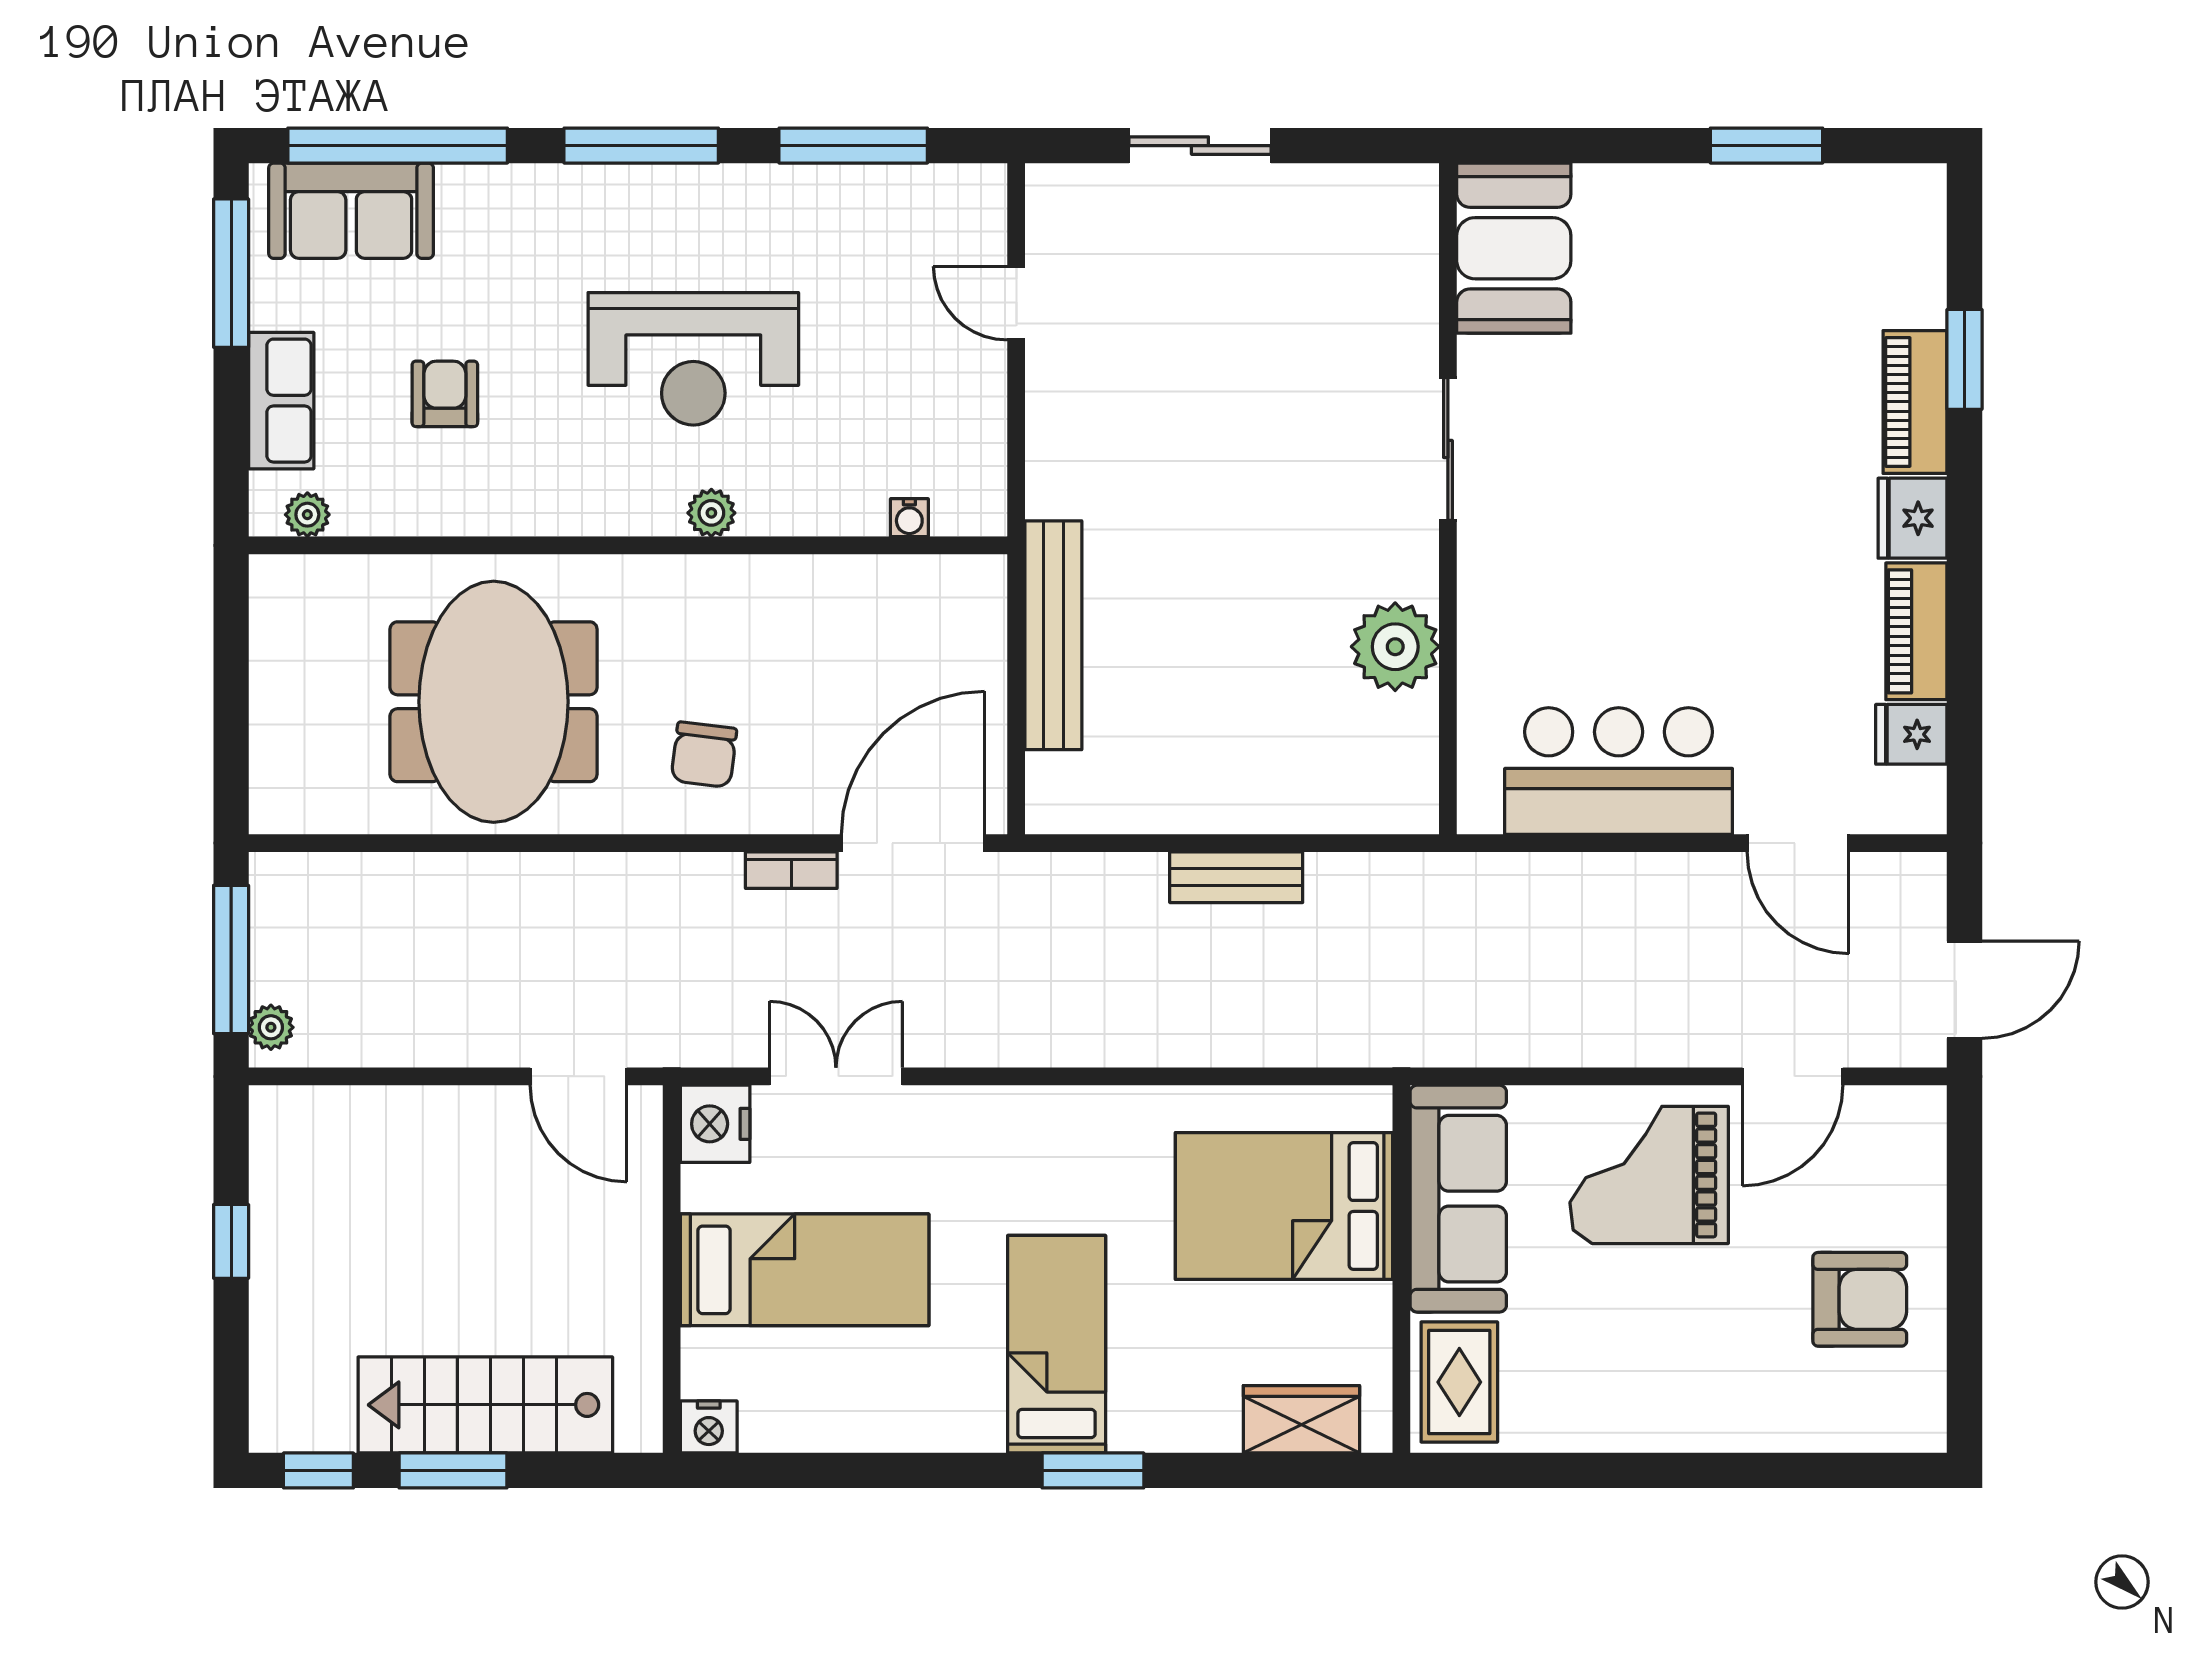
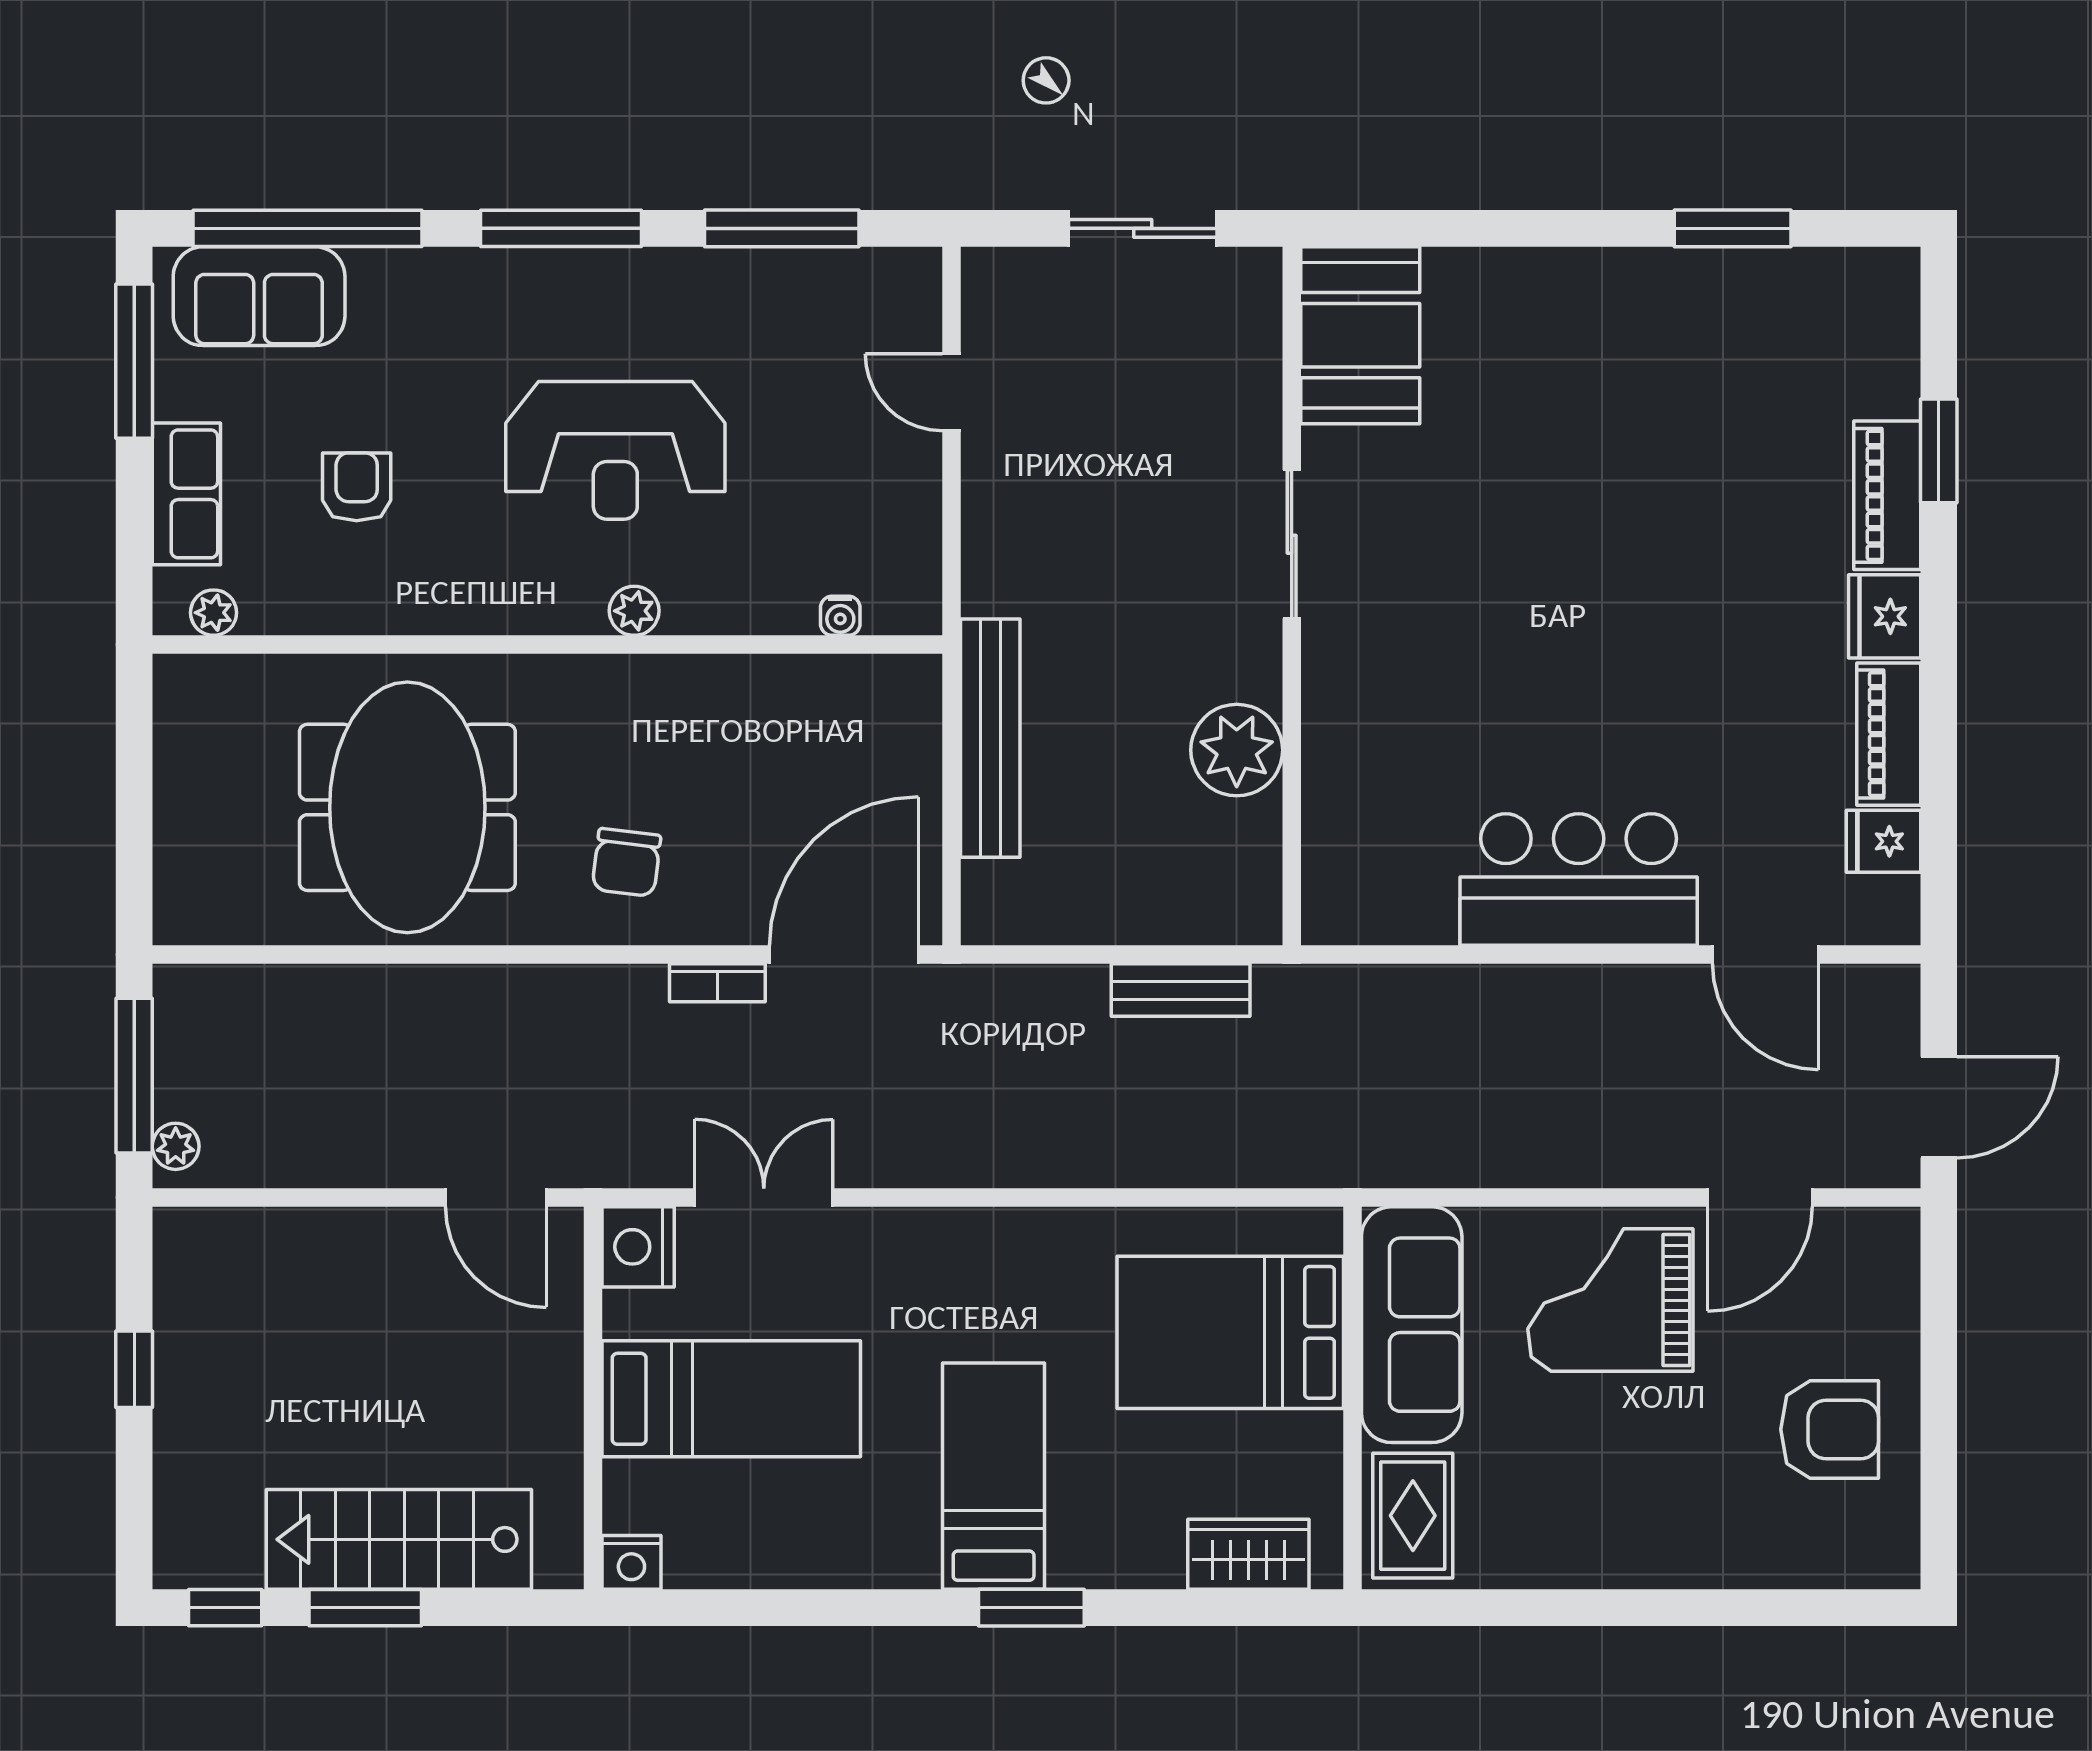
booth: (1514, 248) -> (1360, 335), moved
sliding door: (1448, 449) -> (1292, 544), moved
wall: (1448, 499) -> (1292, 596), moved
plant: (1395, 647) -> (1237, 750), moved

